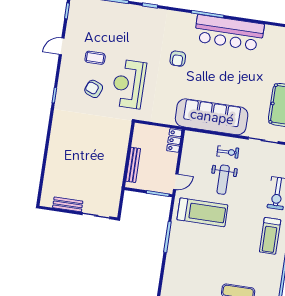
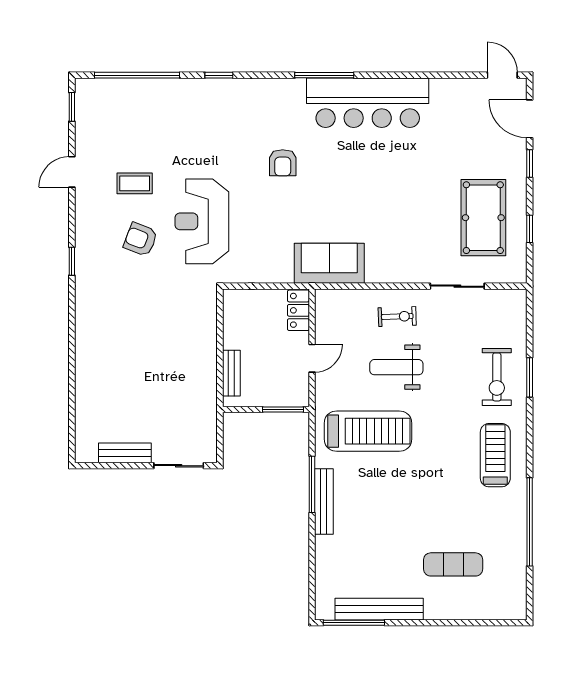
sofa: (212, 117) -> (329, 263), width x0.54, depth x0.79
bench: (133, 165) -> (231, 373), width x0.73
weight bench: (223, 180) -> (396, 367), turned 90
door: (176, 182) -> (312, 358), moved
treadmill: (270, 236) -> (495, 455), turned 180
bench: (173, 247) -> (324, 501), added

